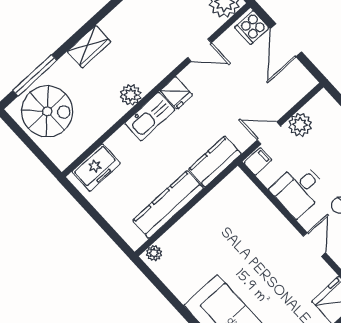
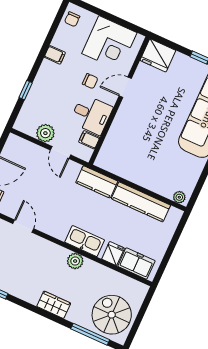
fridge: (176, 93) -> (113, 254), moved
filing cabinet: (258, 161) -> (89, 140), moved

